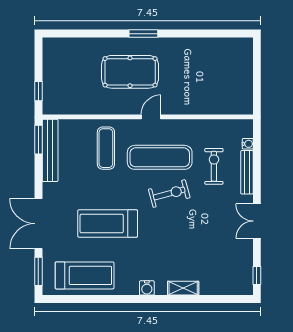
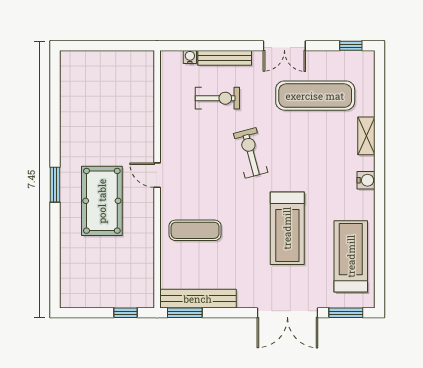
exercise mat: (160, 157) -> (315, 96), moved, turned 90
exercise bike: (214, 166) -> (217, 98), turned 180

